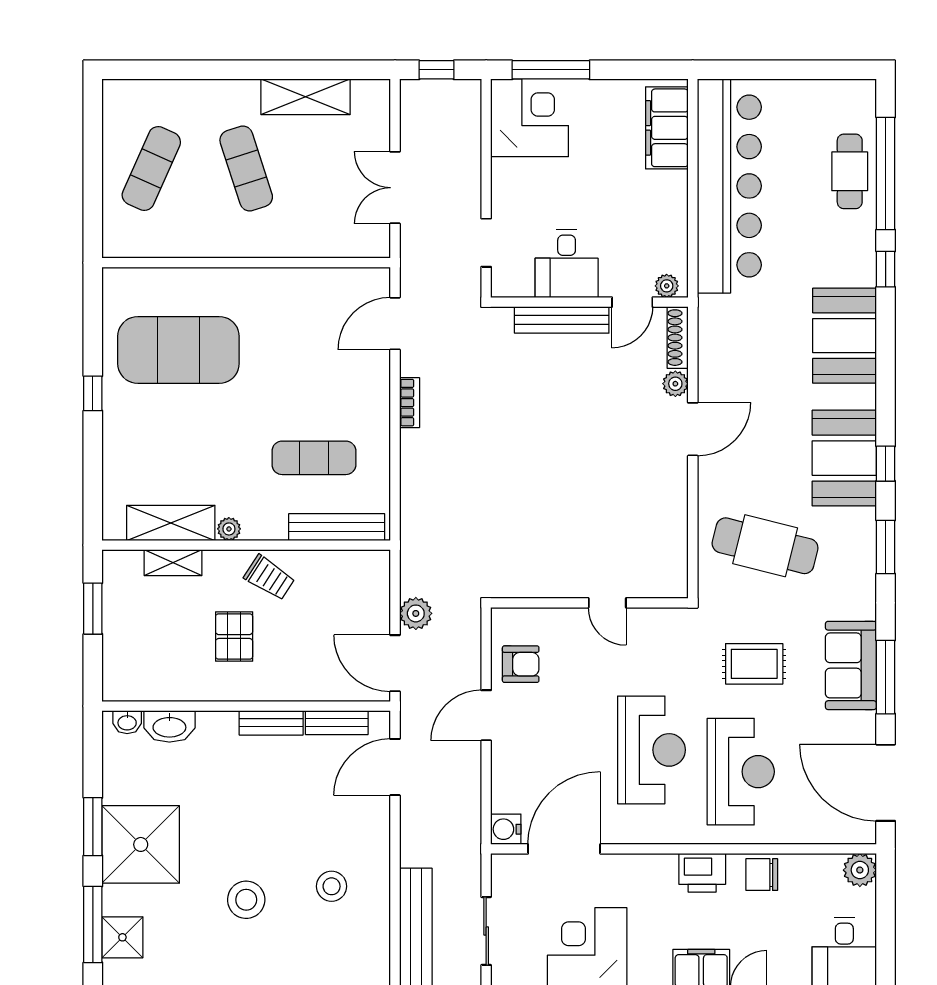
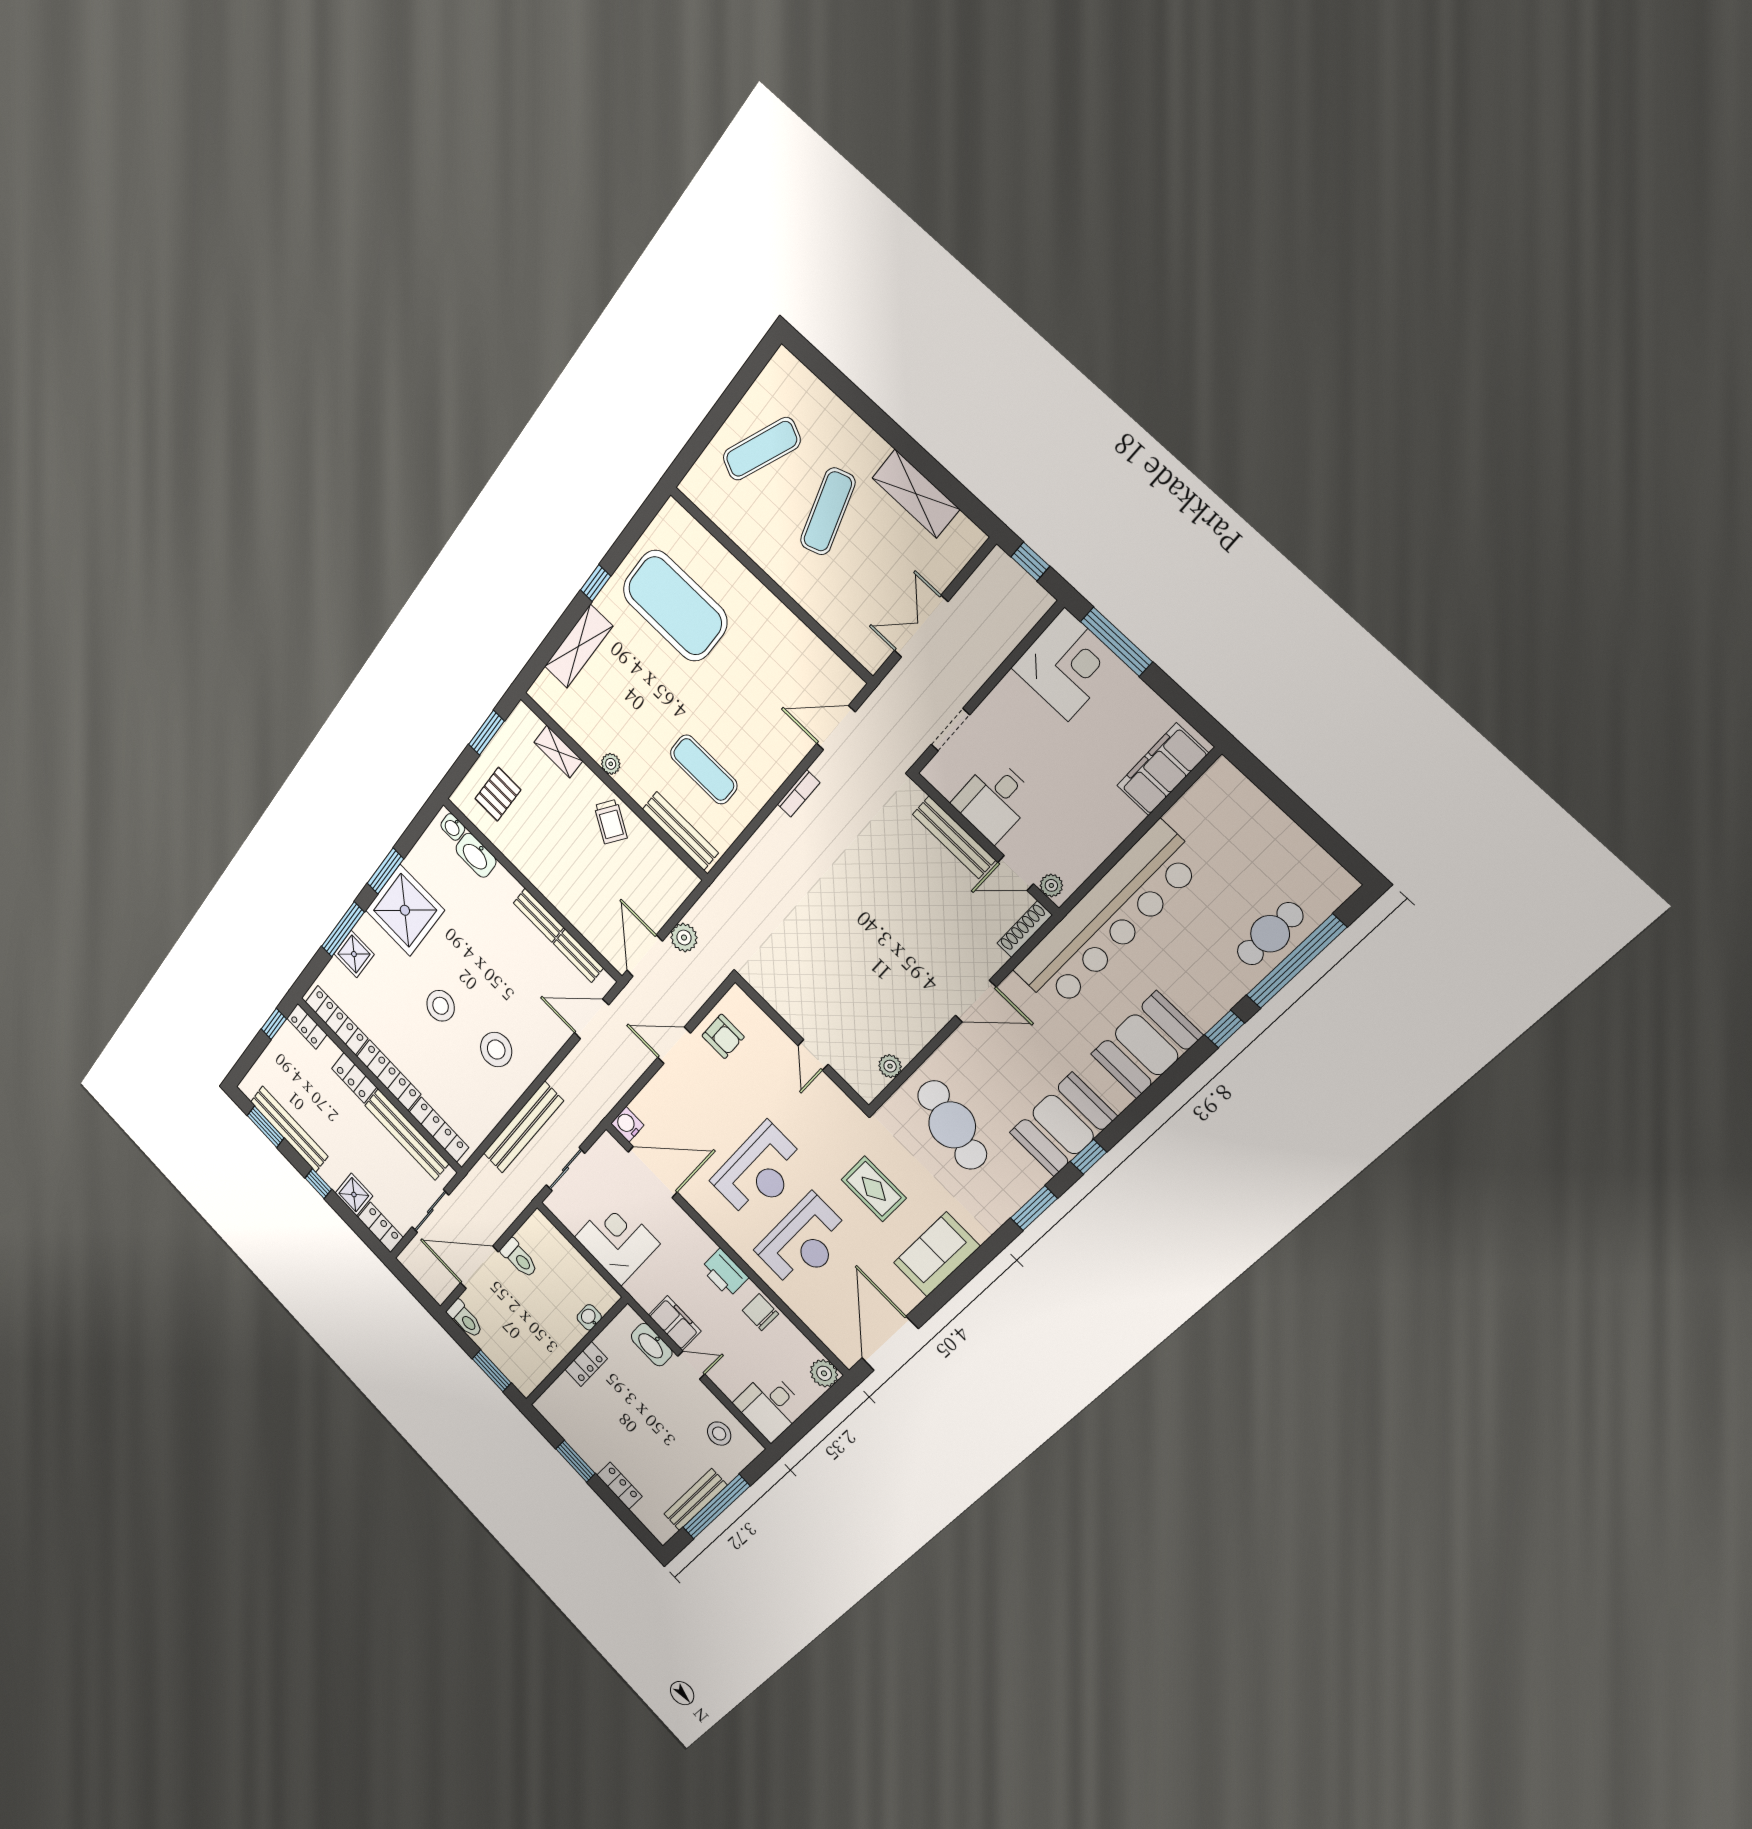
bar counter: (729, 186) -> (1108, 918), moved
plant: (675, 384) -> (890, 1066), moved
shelving: (171, 523) -> (579, 646), moved, turned 90
pallet: (234, 637) -> (498, 794), moved
window: (886, 677) -> (953, 1285), removed
stool: (332, 886) -> (496, 1050), width x1.38, depth x1.38

